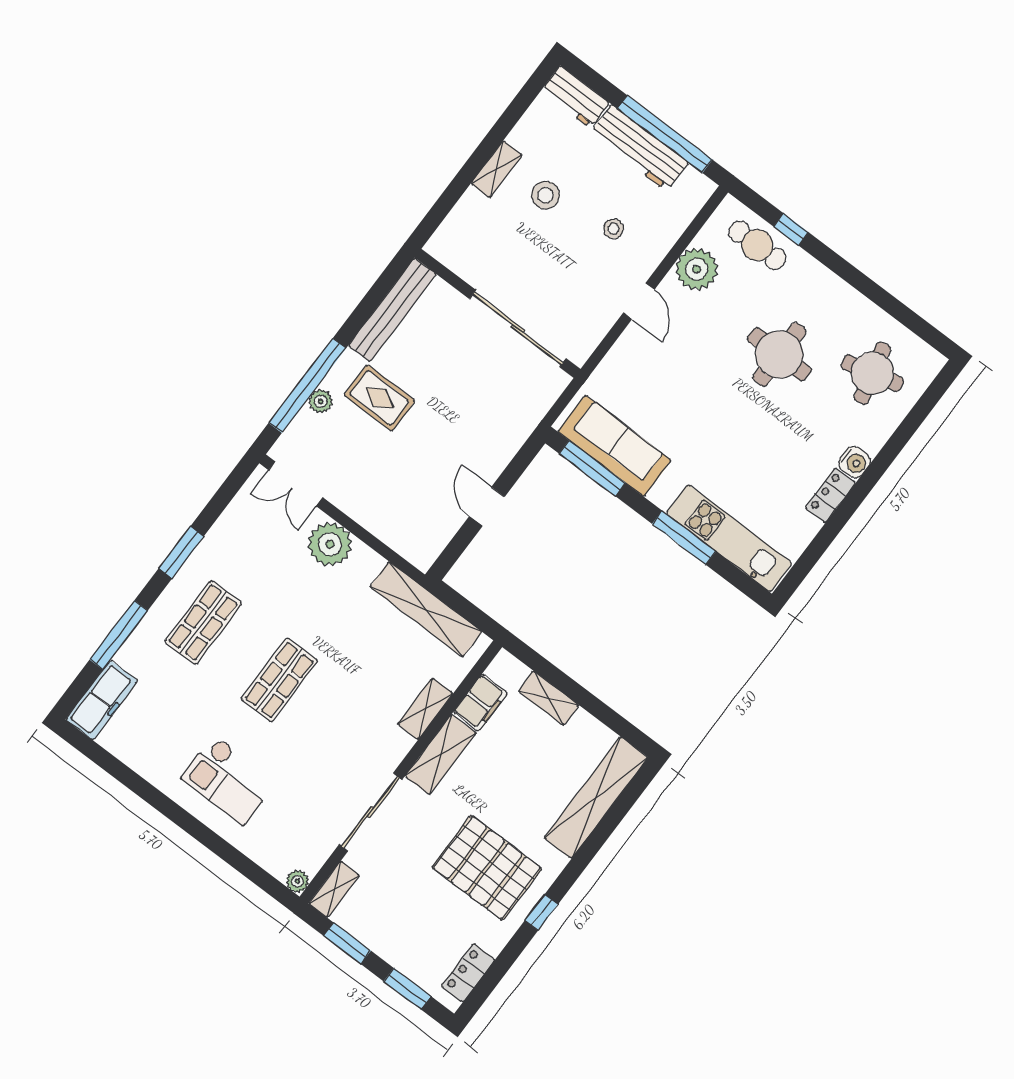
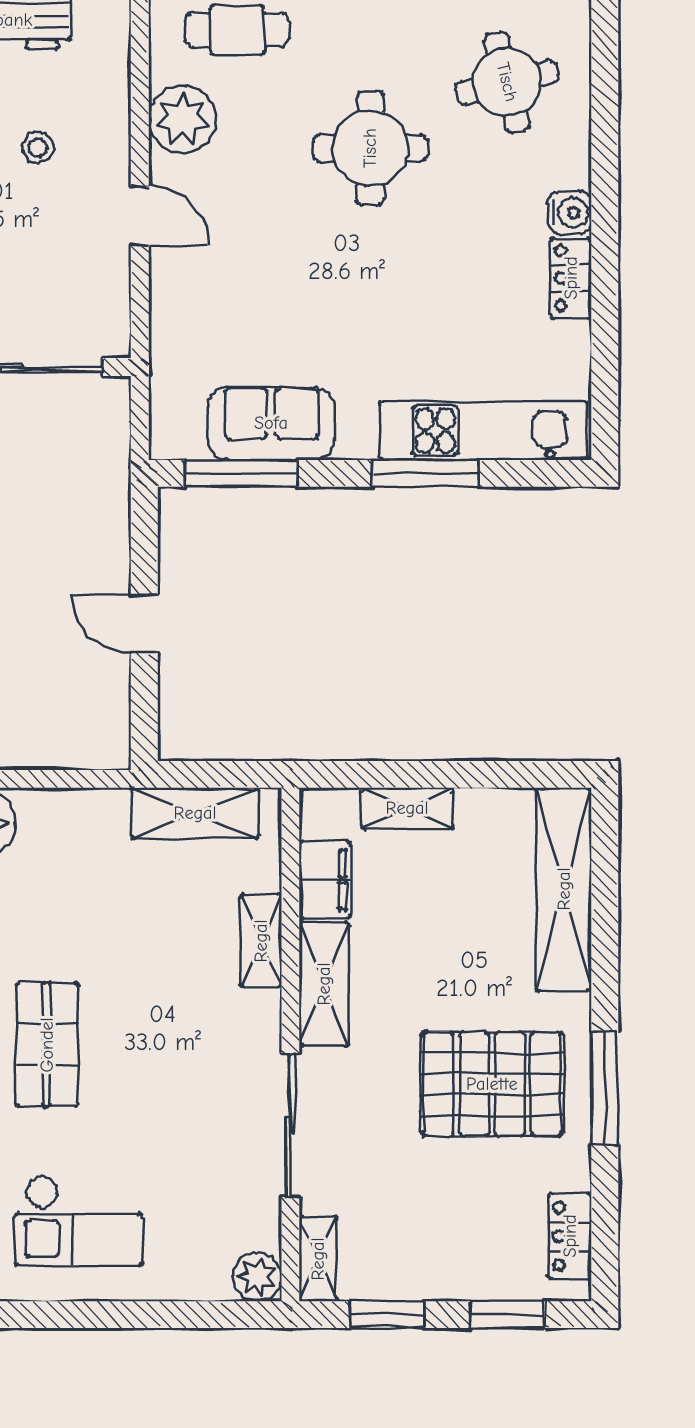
sofa: (614, 446) -> (271, 423), width x0.73
shelving: (426, 609) -> (195, 813), width x0.68
plant: (297, 881) -> (257, 1277), width x1.38, depth x1.38
window: (541, 912) -> (605, 1088), width x2.17

